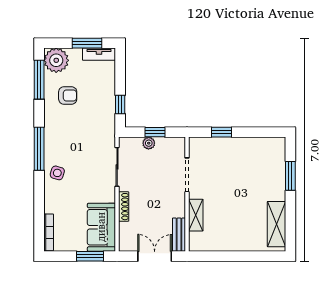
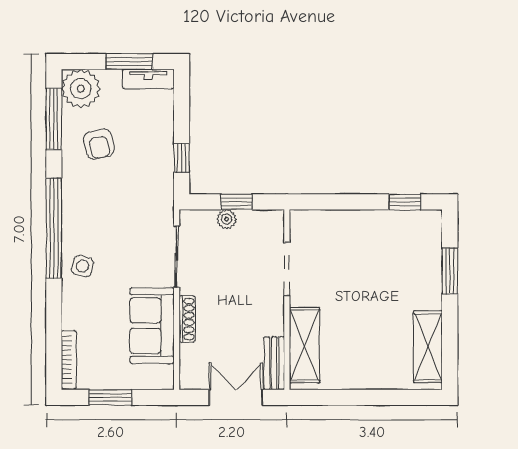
armchair: (68, 95) -> (99, 144), turned 78
window: (222, 132) -> (405, 202), moved
window: (39, 149) -> (54, 228), width x1.46
shelving: (196, 215) -> (304, 345), width x1.50, depth x1.33
sofa: (101, 227) -> (152, 326), moved
window: (90, 256) -> (110, 397), moved

